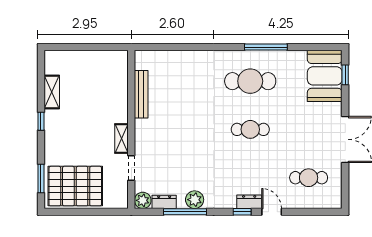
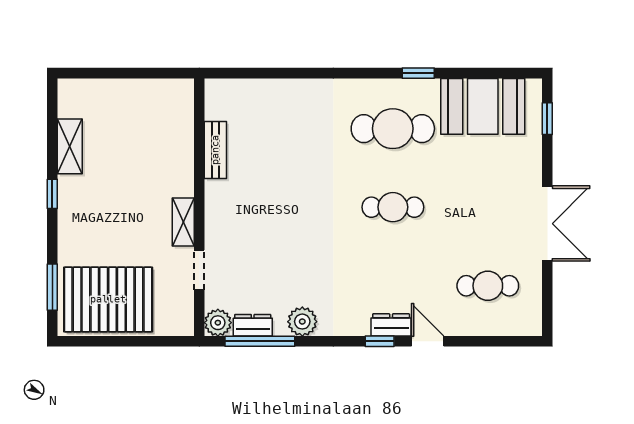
window: (266, 47) -> (418, 73), width x0.46
booth: (325, 76) -> (483, 106), moved, turned 90
bench: (141, 94) -> (215, 150), width x0.73
window: (185, 212) -> (260, 341), moved

